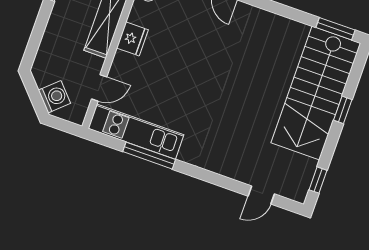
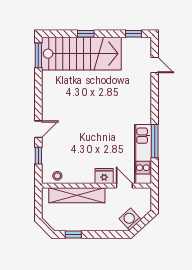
fridge: (132, 39) -> (104, 176), moved
washing machine: (54, 97) -> (130, 219), moved

